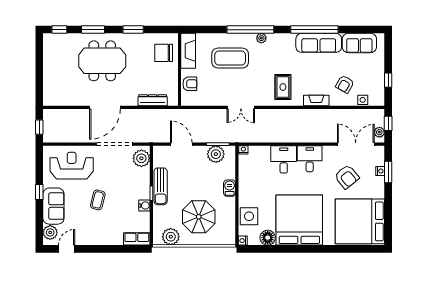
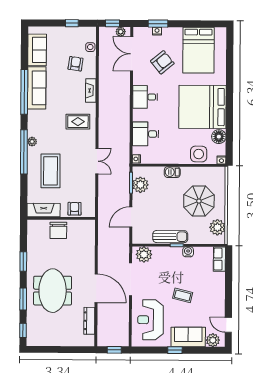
chair: (164, 53) -> (58, 230), moved
armchair: (345, 84) -> (76, 64), turned -112
dresser: (153, 100) -> (89, 321), moved
desk: (284, 159) -> (146, 134), moved
bed: (360, 221) -> (198, 50), width x0.73

